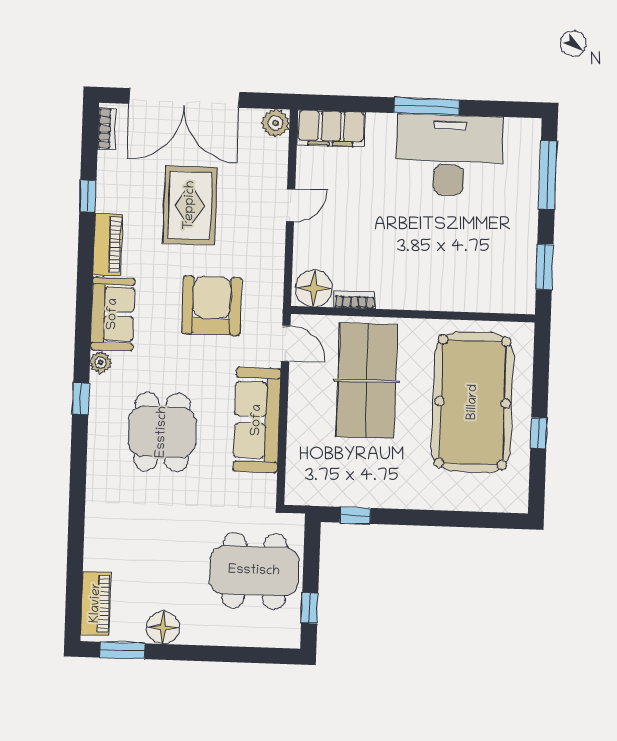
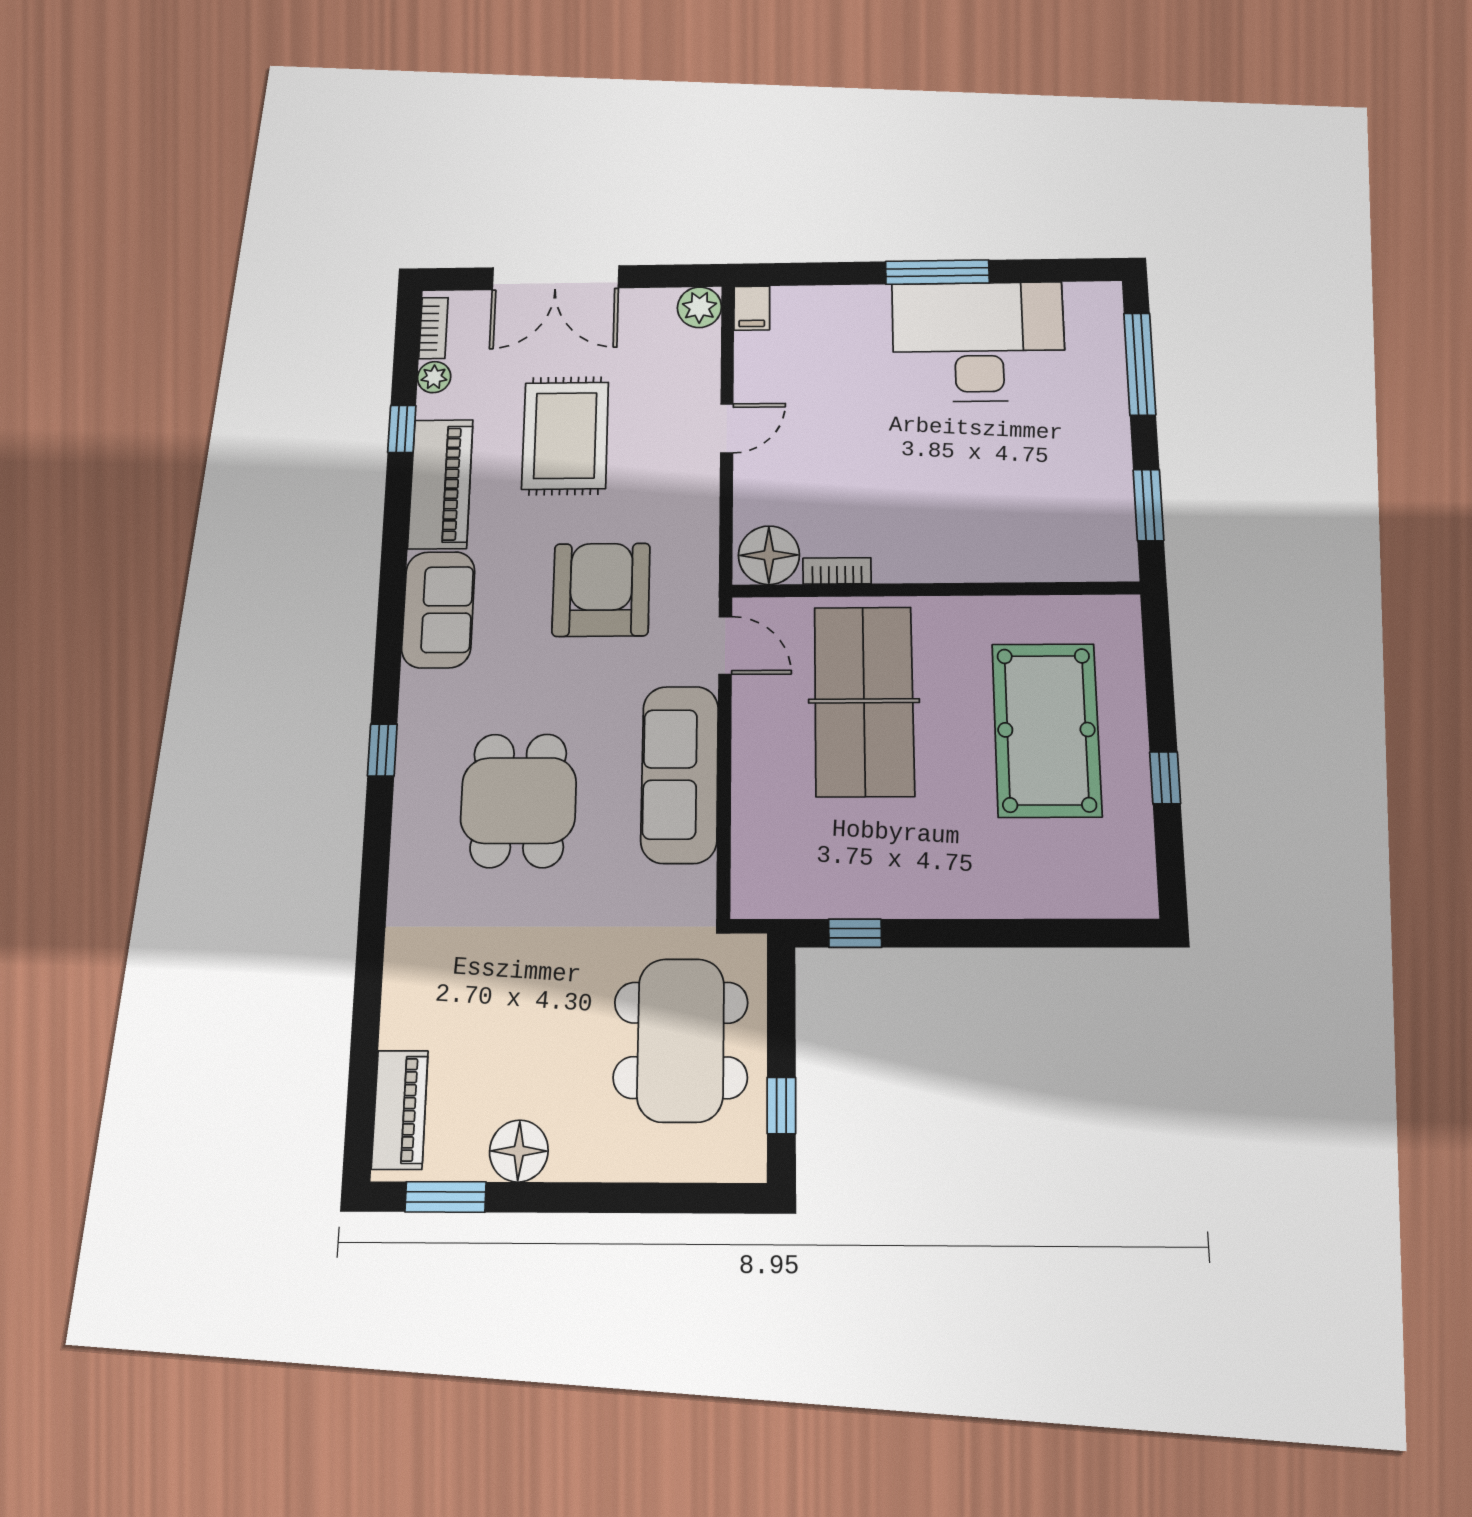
double door: (184, 98) -> (556, 278), width x0.73
filing cabinet: (331, 128) -> (752, 308), width x0.33, depth x0.86
piano: (108, 245) -> (440, 484), width x1.37, depth x1.33
plant: (100, 362) -> (434, 377), moved
pool table: (473, 402) -> (1046, 730), width x0.73, depth x0.76
dining table: (254, 571) -> (681, 1040), turned 90

